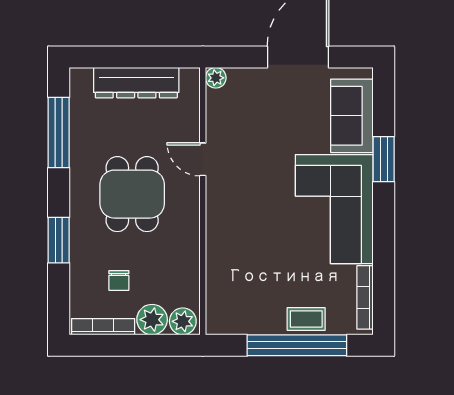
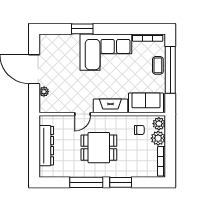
plant: (216, 78) -> (44, 92), moved
sofa: (352, 116) -> (146, 103), moved, turned 180
window: (59, 132) -> (86, 182), moved
fireplace: (220, 219) -> (110, 106), added
chair: (119, 280) -> (139, 130), moved

